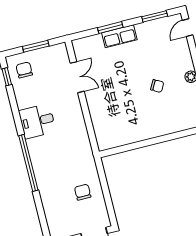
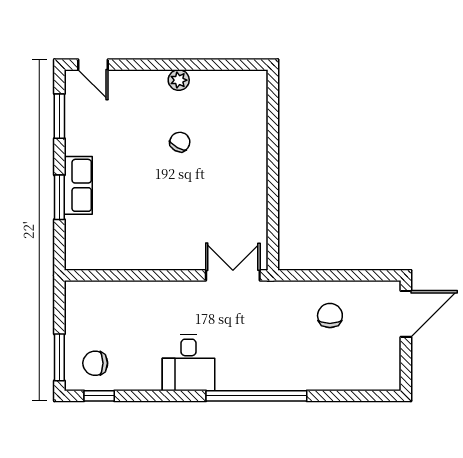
window: (36, 46) -> (59, 357), moved
double door: (77, 77) -> (233, 275), moved
chair: (83, 192) -> (330, 316), turned 90

